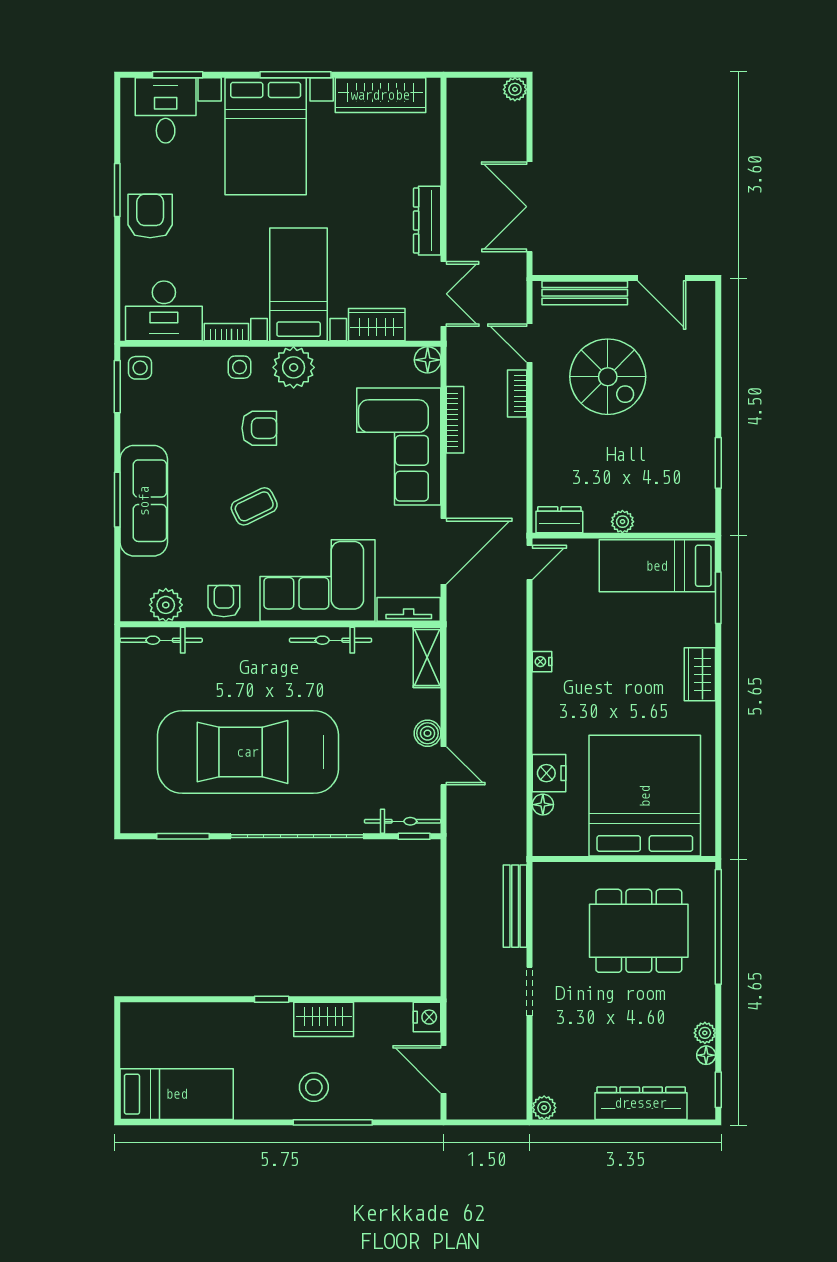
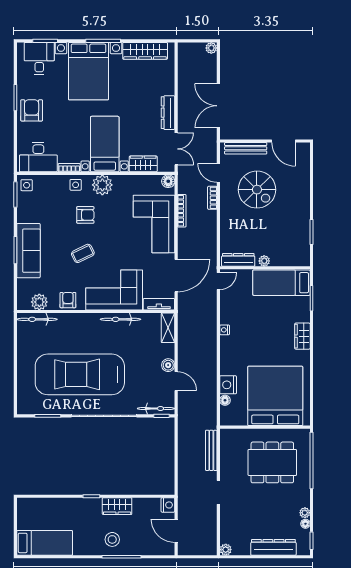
dresser: (559, 520) -> (238, 260), width x1.44

